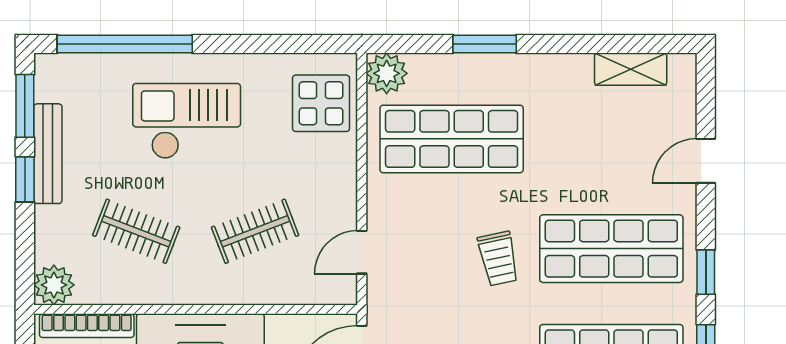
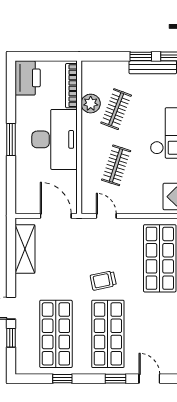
clothes rail: (255, 231) -> (116, 165), turned 39
window: (706, 272) -> (116, 379), moved
plant: (54, 285) -> (91, 104), moved

